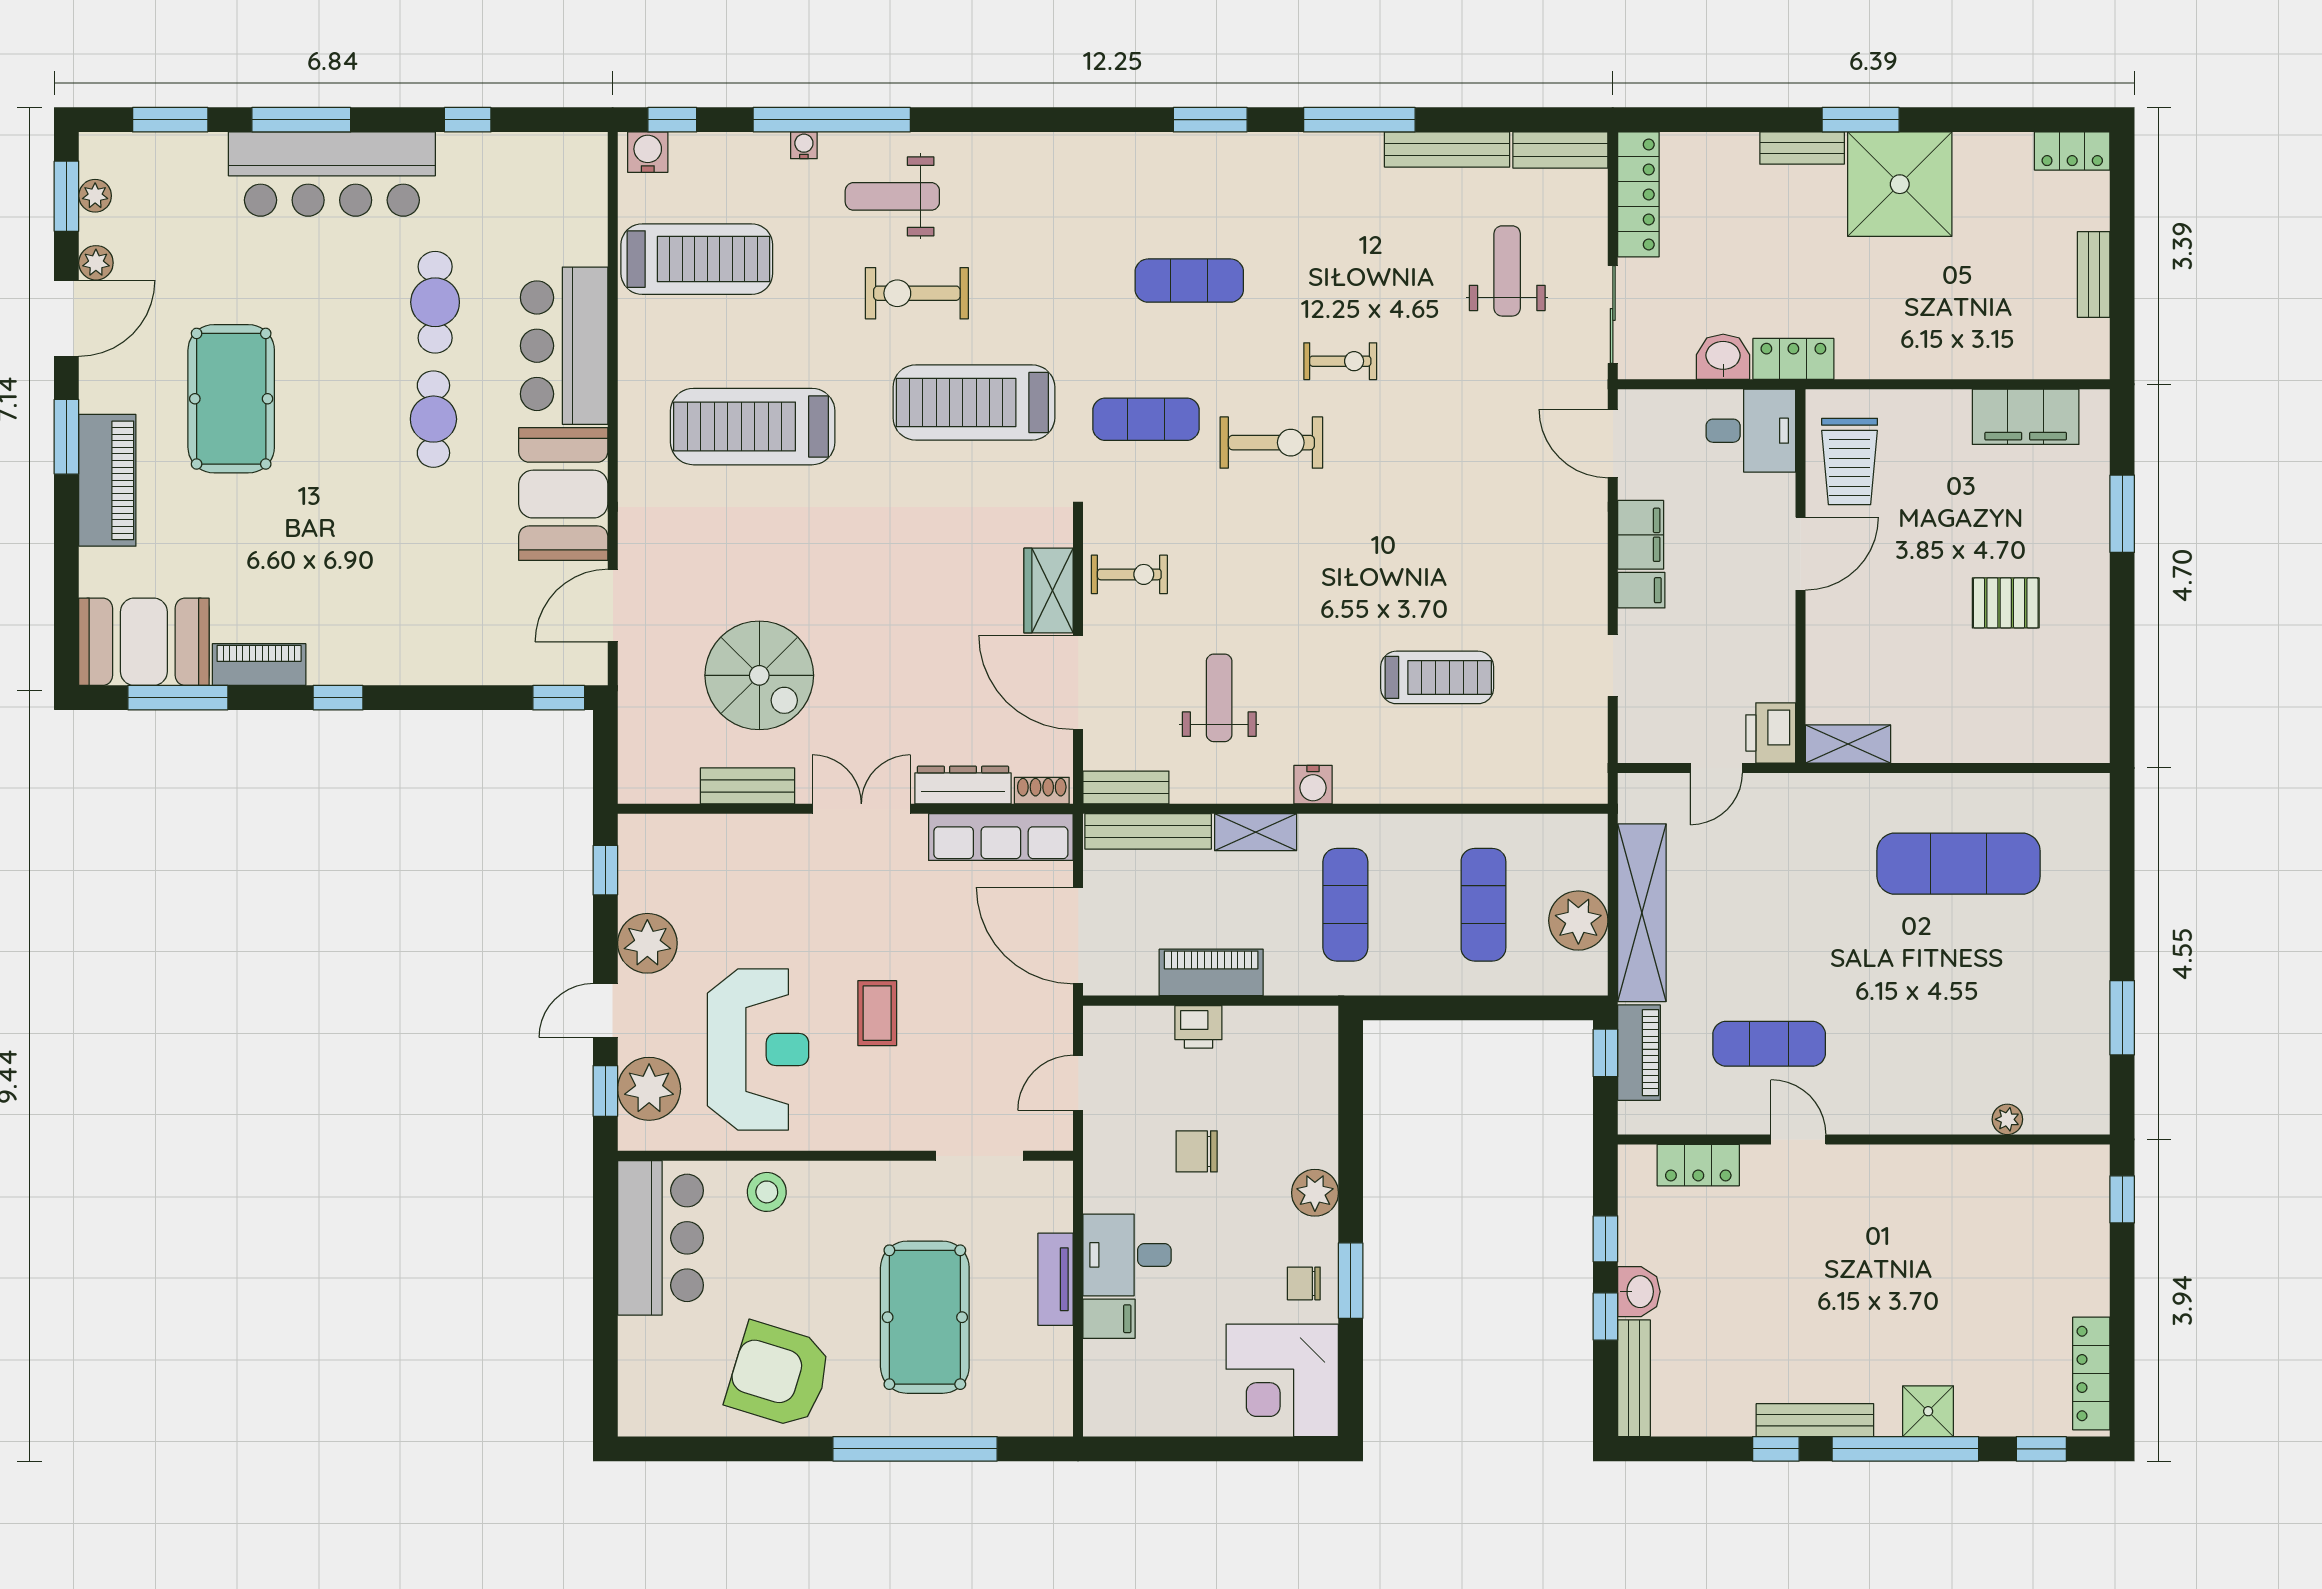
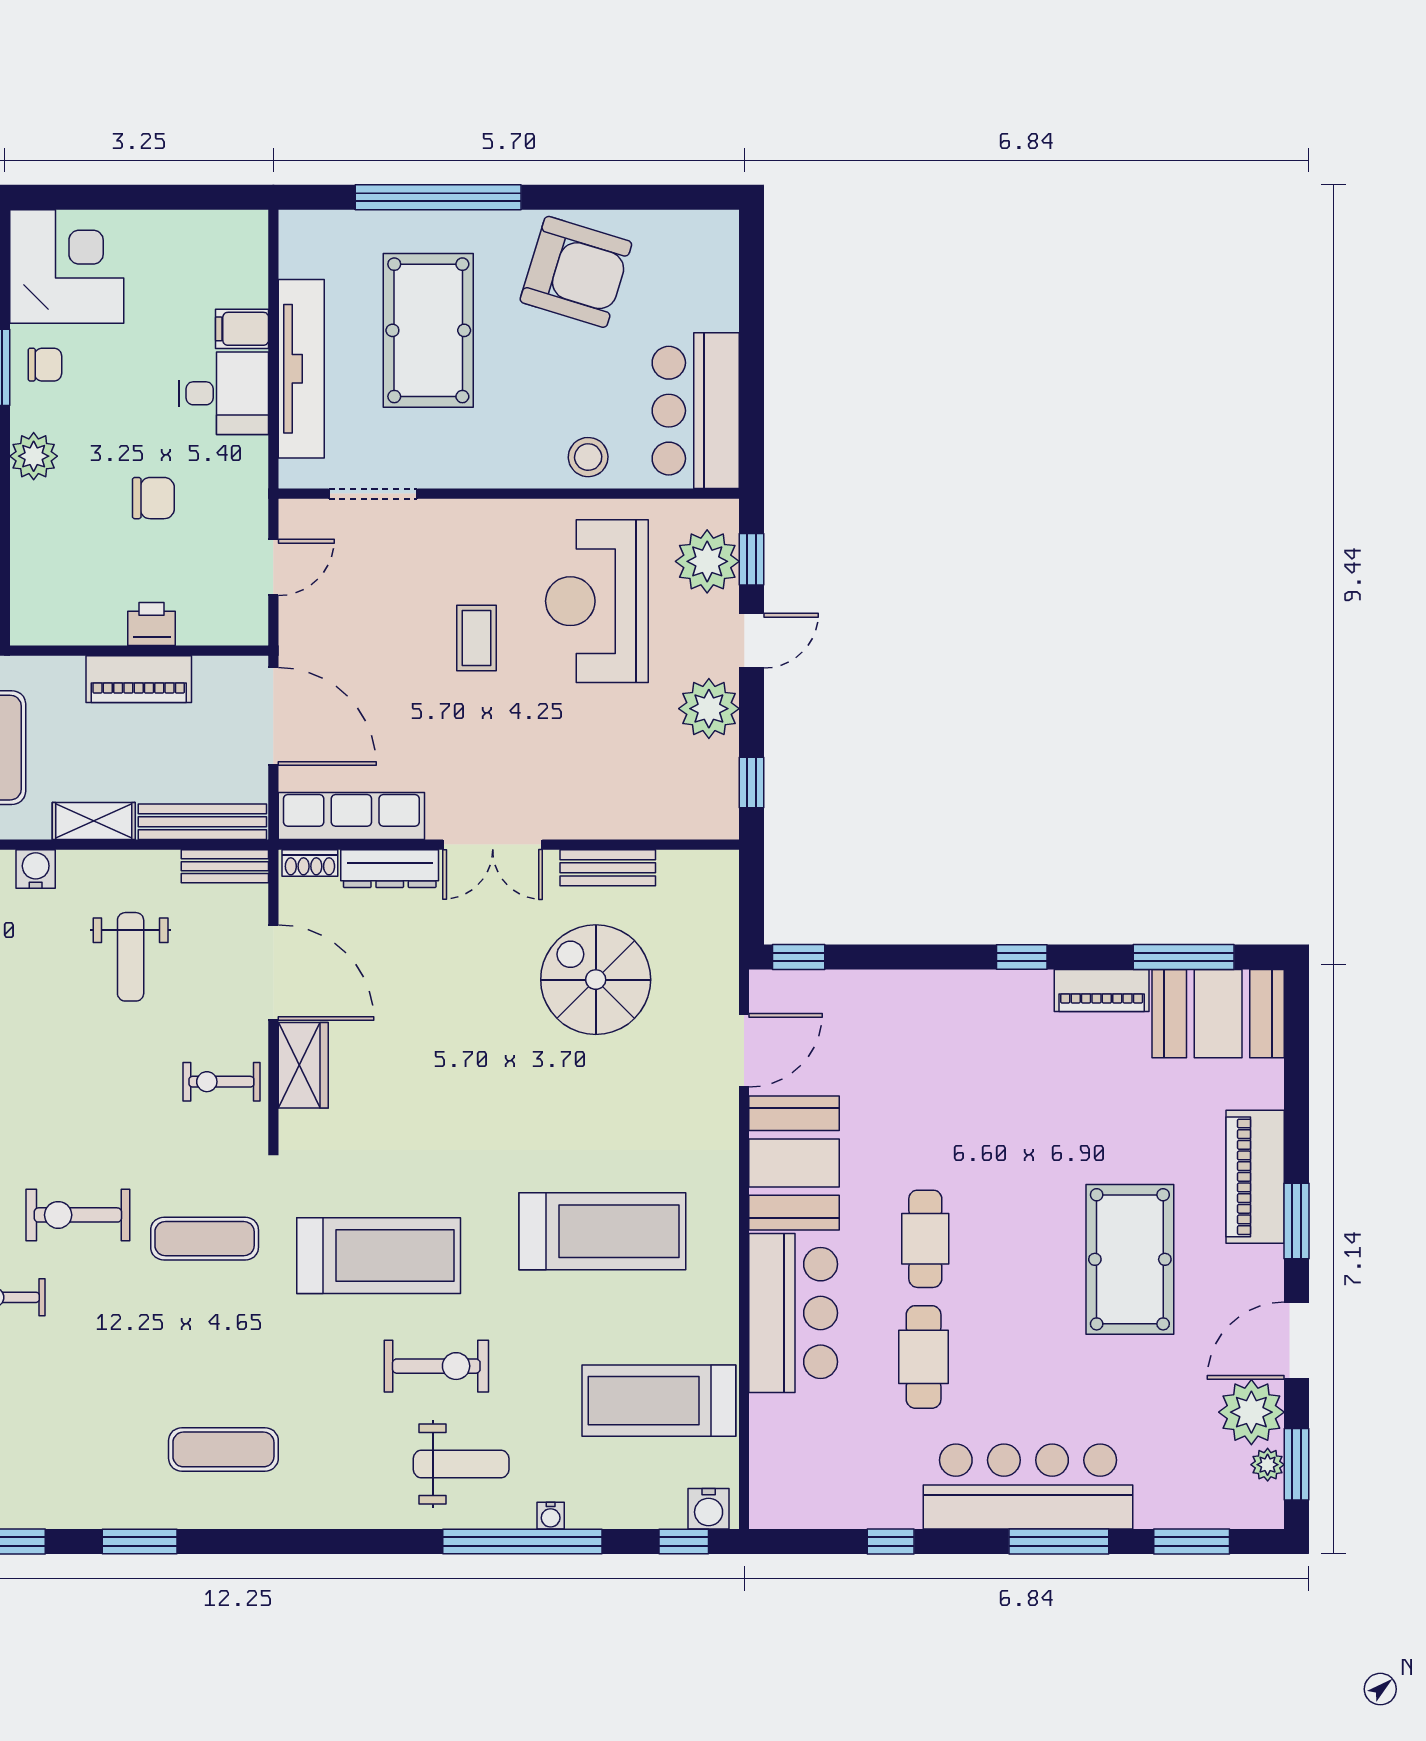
plant: (96, 263) -> (1251, 1412), width x1.88, depth x1.88
exercise mat: (1189, 281) -> (223, 1449), moved
tv unit: (1056, 1279) -> (301, 369), width x1.92, depth x1.29

